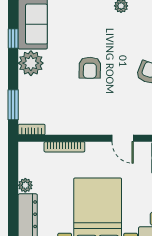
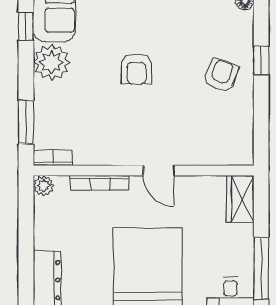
door: (123, 138) -> (159, 170), moved
plant: (25, 185) -> (44, 186), moved

